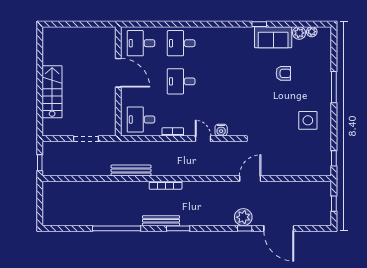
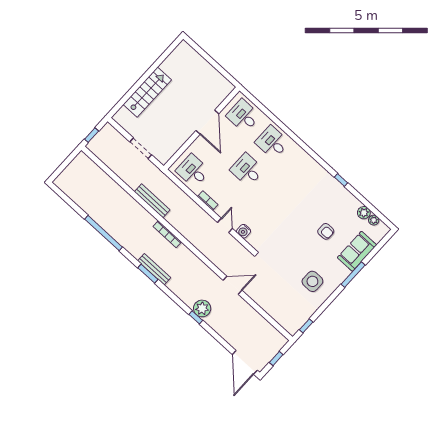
sofa: (273, 37) -> (357, 251), moved, turned 90
bench: (161, 221) -> (154, 269), moved
door: (279, 228) -> (245, 362), moved

